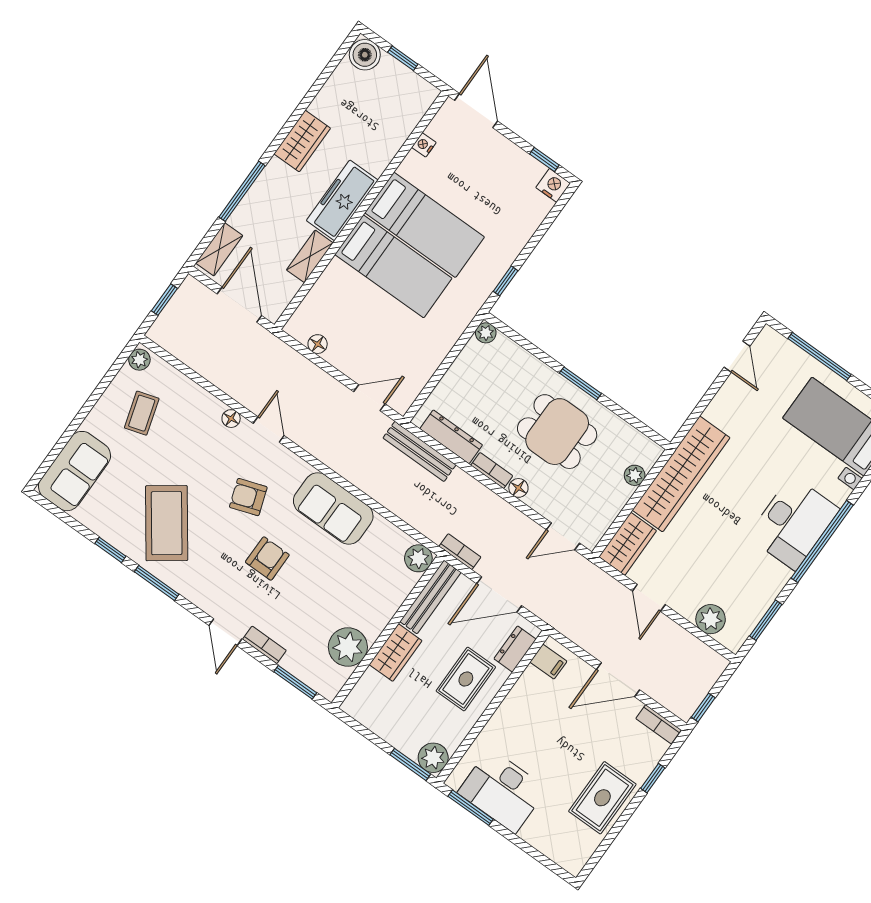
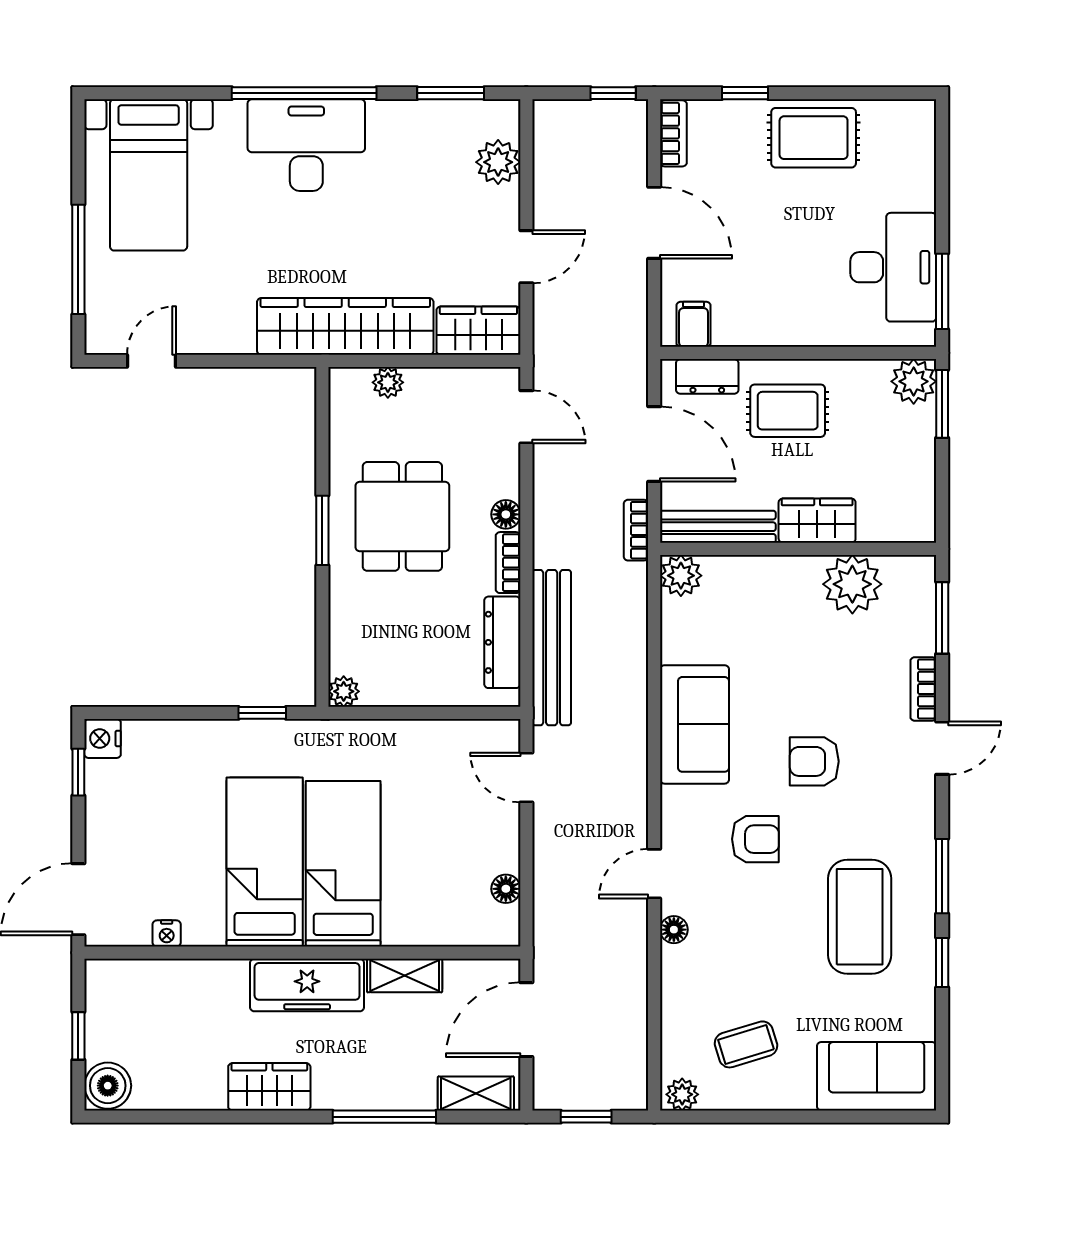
bench: (419, 451) -> (552, 648), width x1.37, depth x1.21
armchair: (248, 497) -> (755, 839), turned -71
coffee table: (167, 523) -> (860, 917), turned -54

